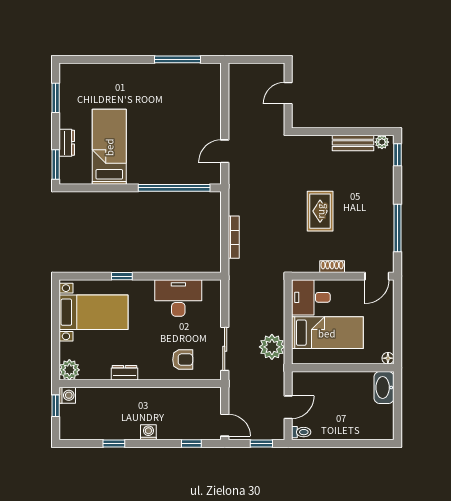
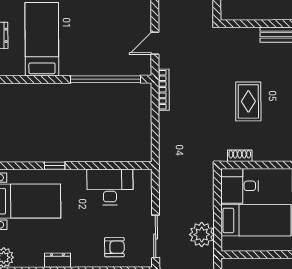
bookcase: (234, 237) -> (164, 90), moved
shoe rack: (332, 267) -> (240, 156), moved

